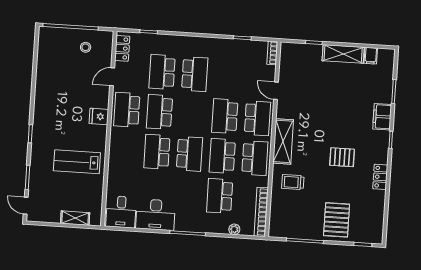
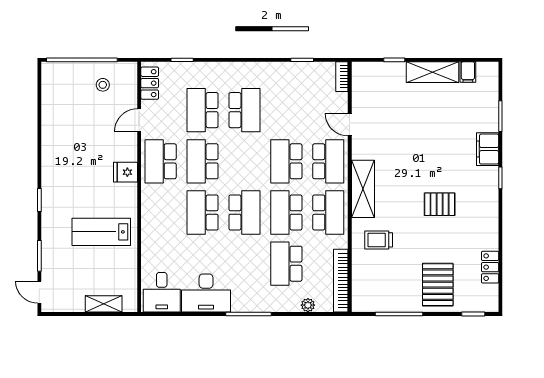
locker: (380, 177) -> (490, 267), moved

